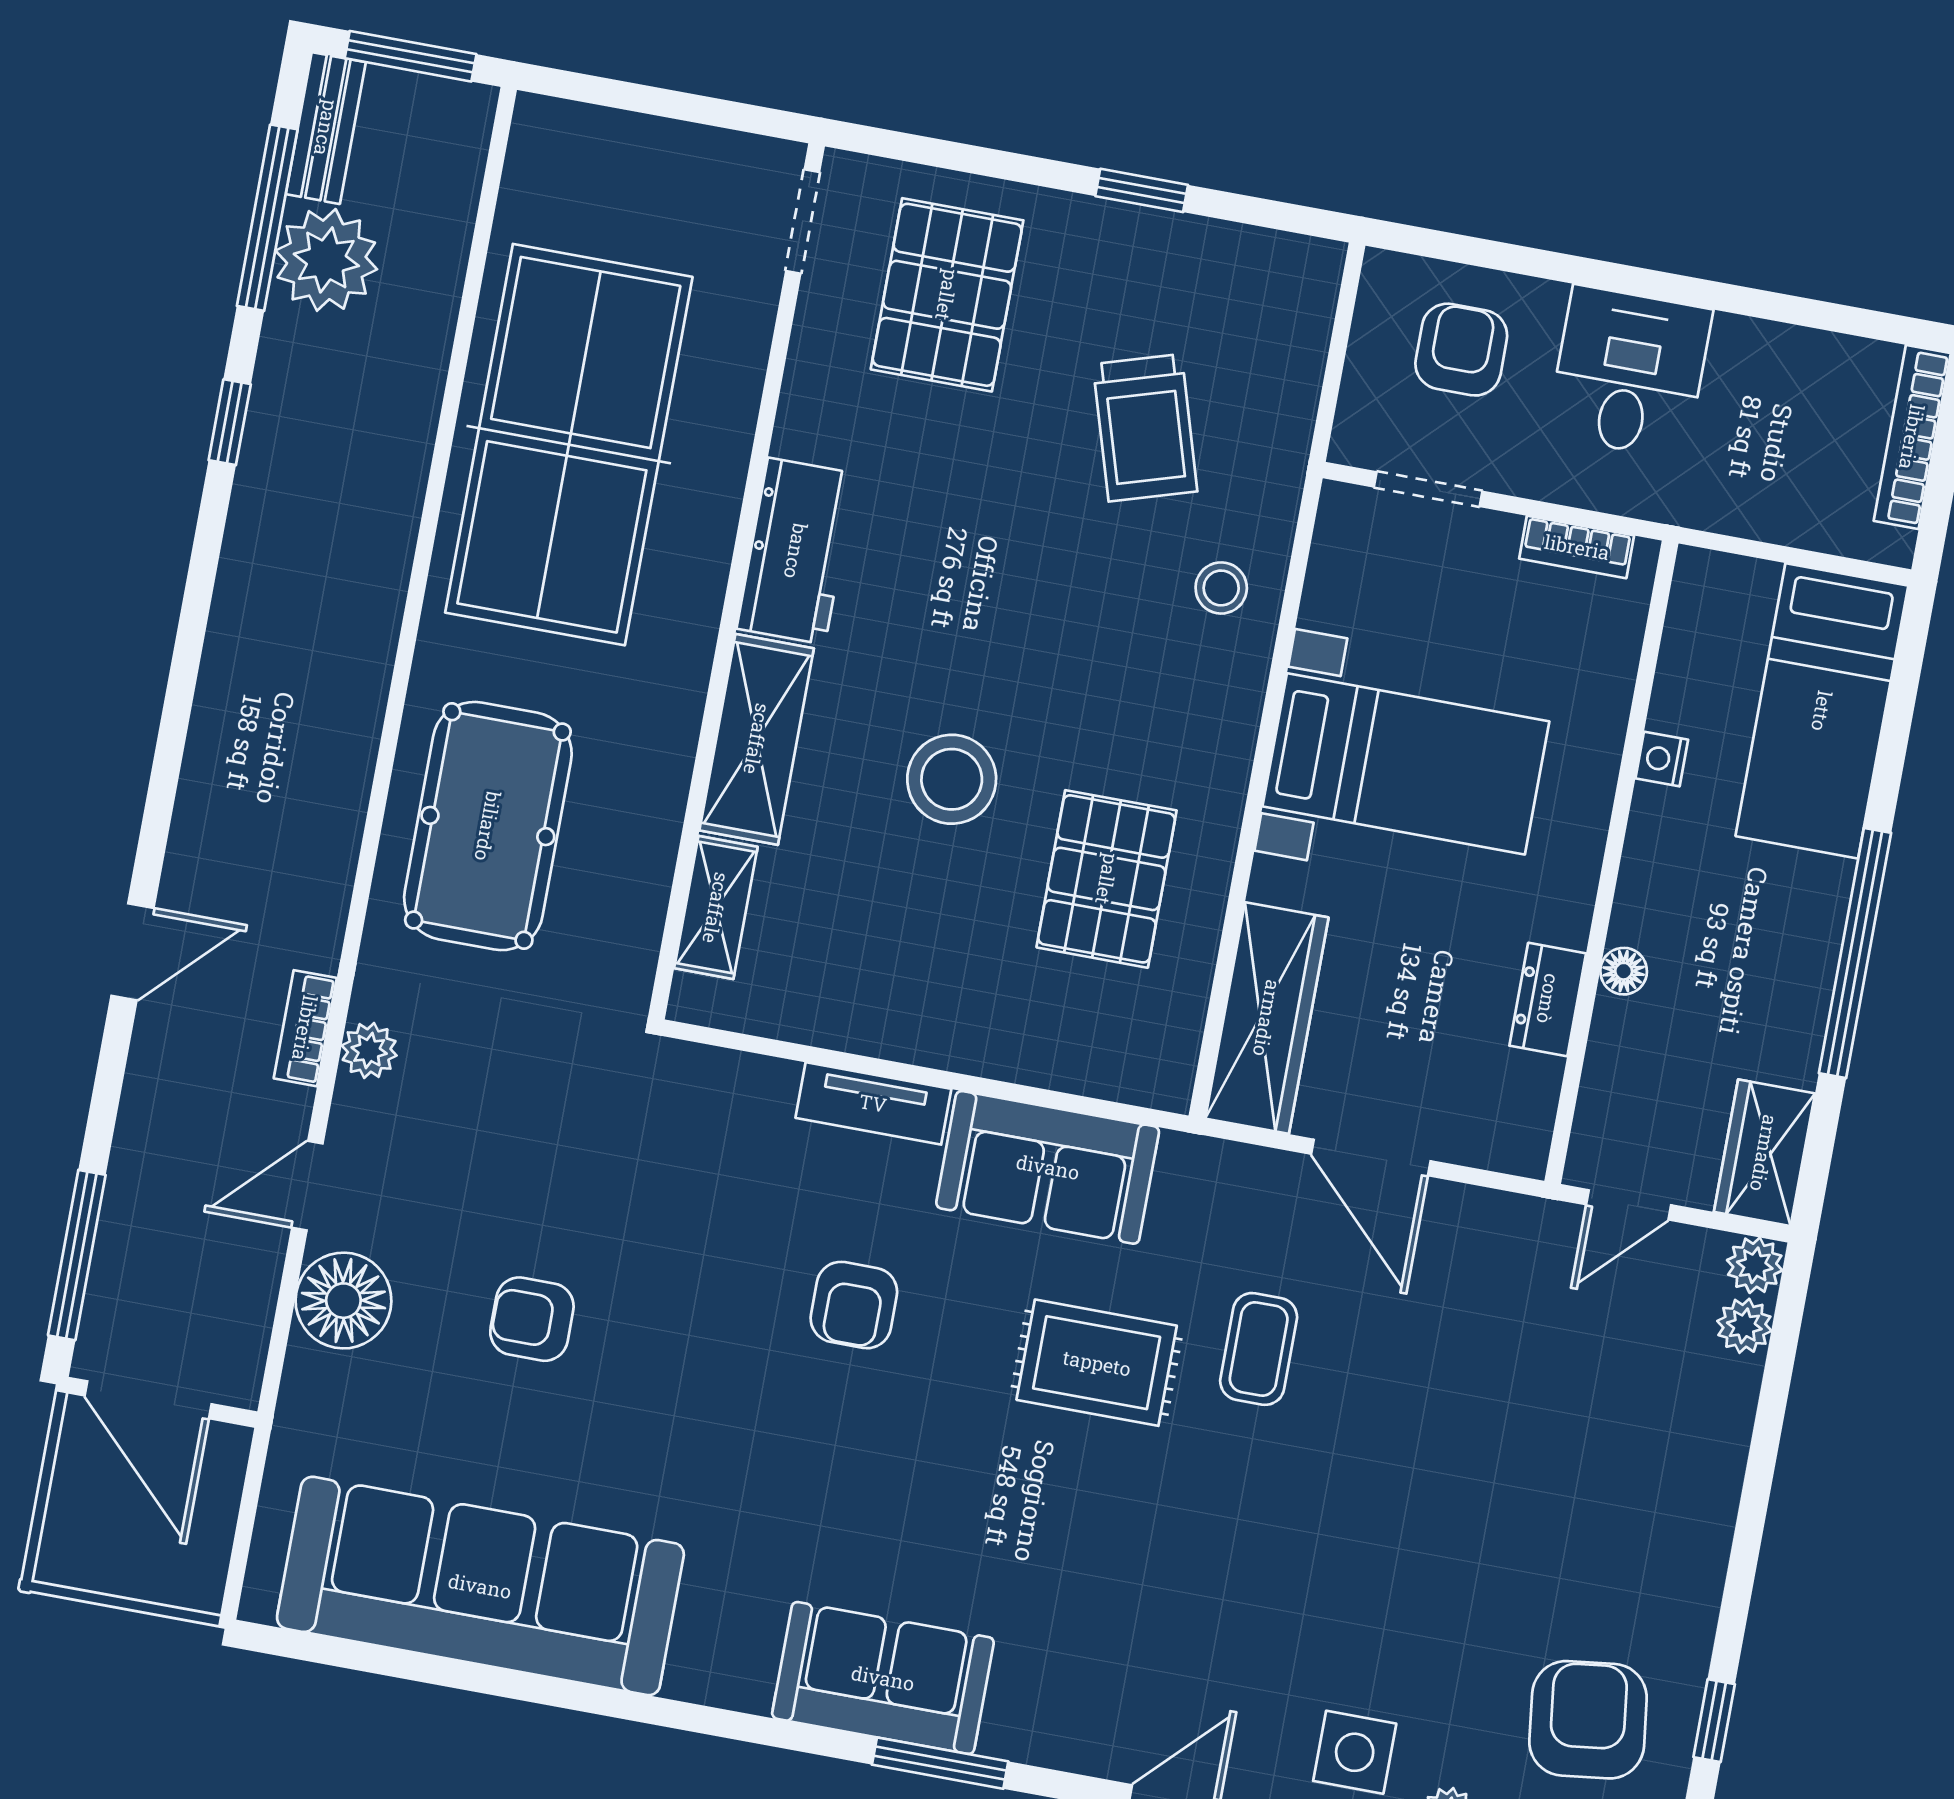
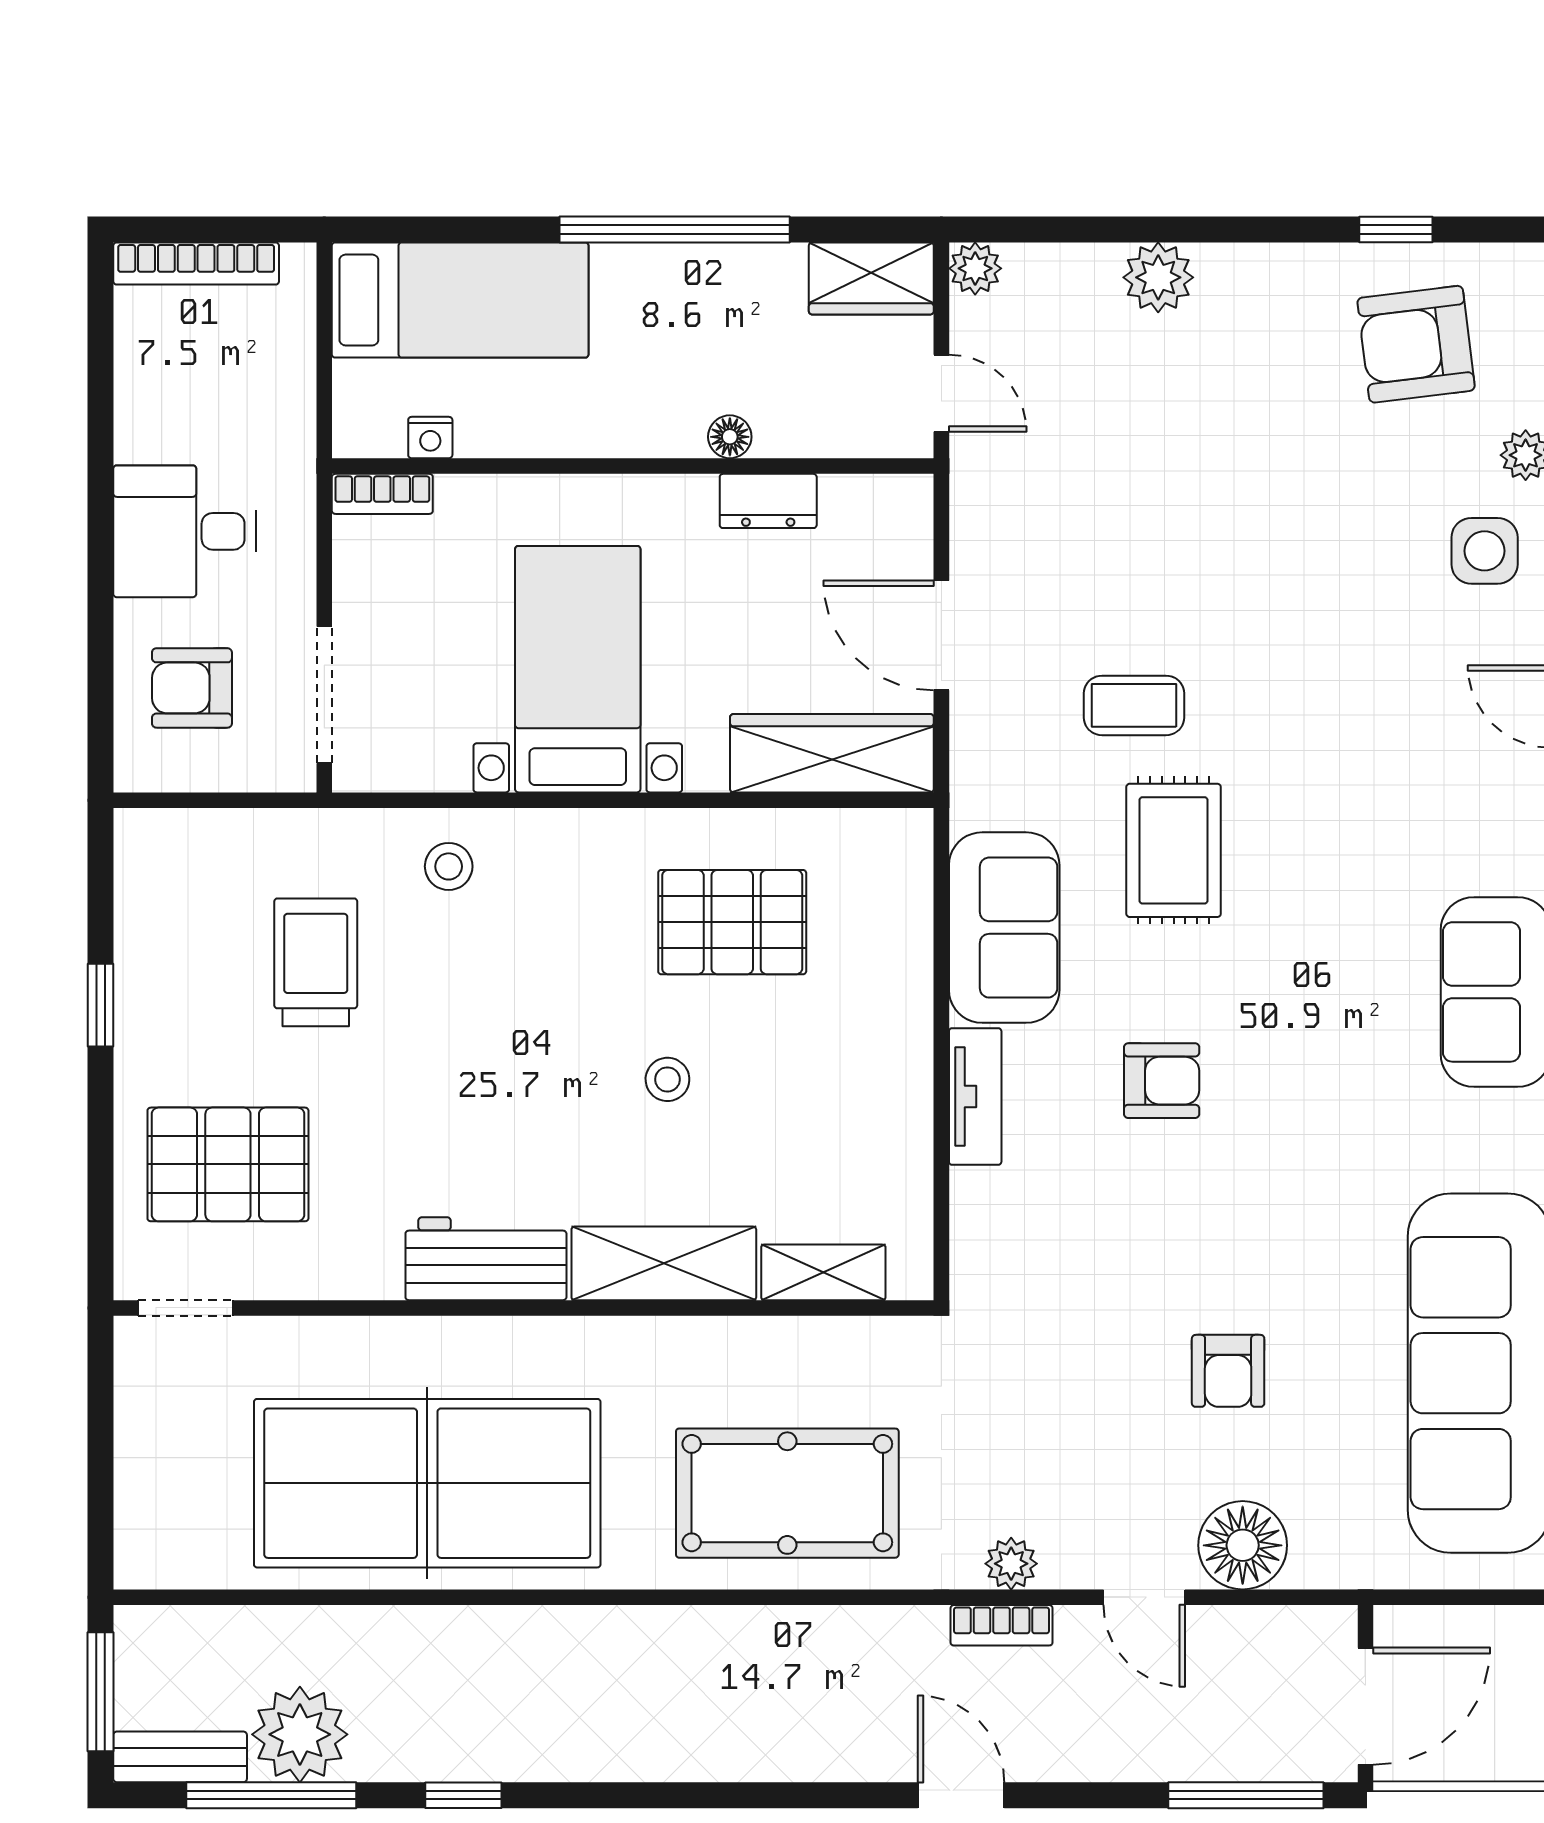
trolley: (1145, 428) -> (316, 962), turned -73
doorway: (1428, 489) -> (324, 695), width x1.38
bookcase: (1577, 547) -> (382, 494), moved, turned 90
nightstand: (1662, 759) -> (430, 438), moved
stool: (952, 779) -> (667, 1079), width x0.53, depth x0.53
door: (1371, 1157) -> (941, 635), swing flipped
plant: (1744, 1326) -> (1158, 277), moved, width x1.38, depth x1.38

